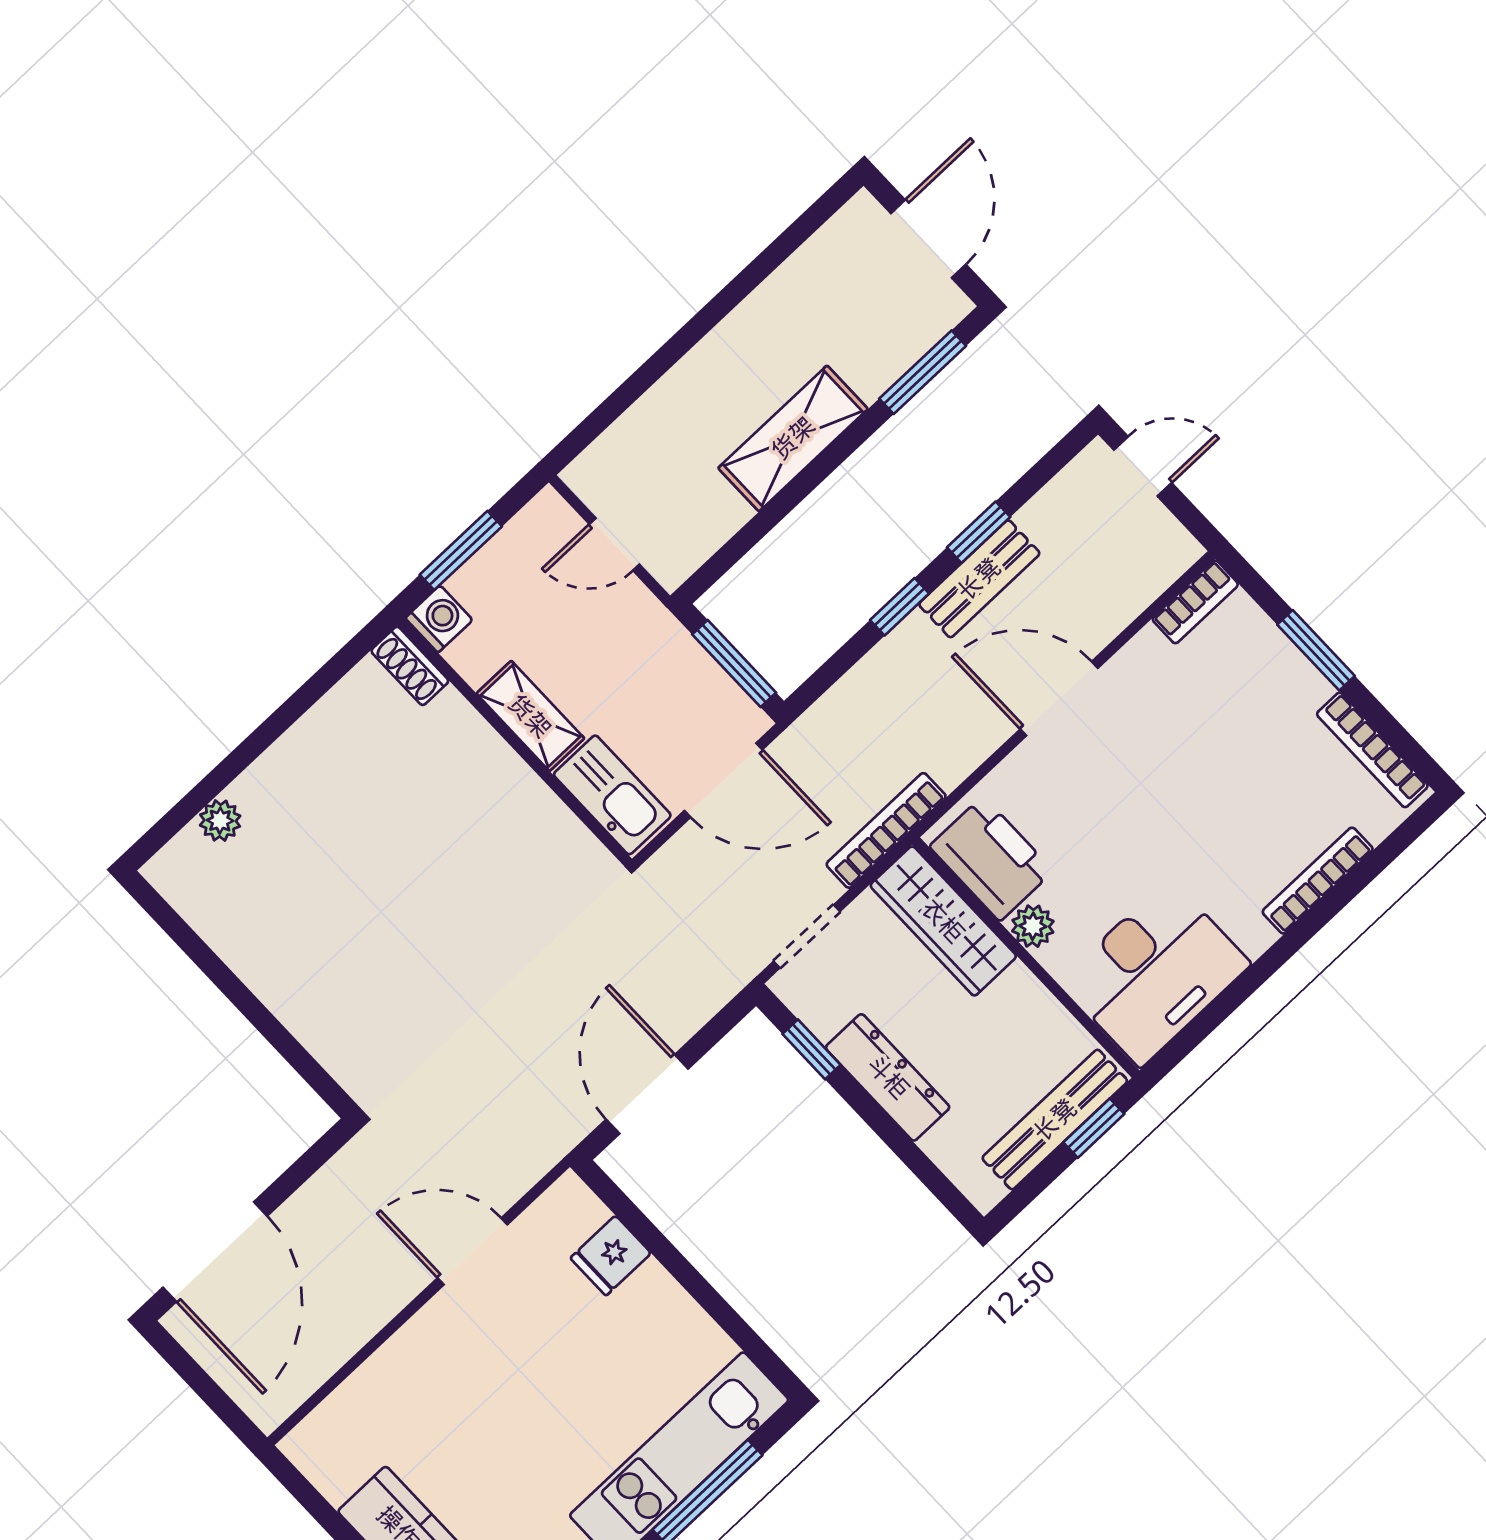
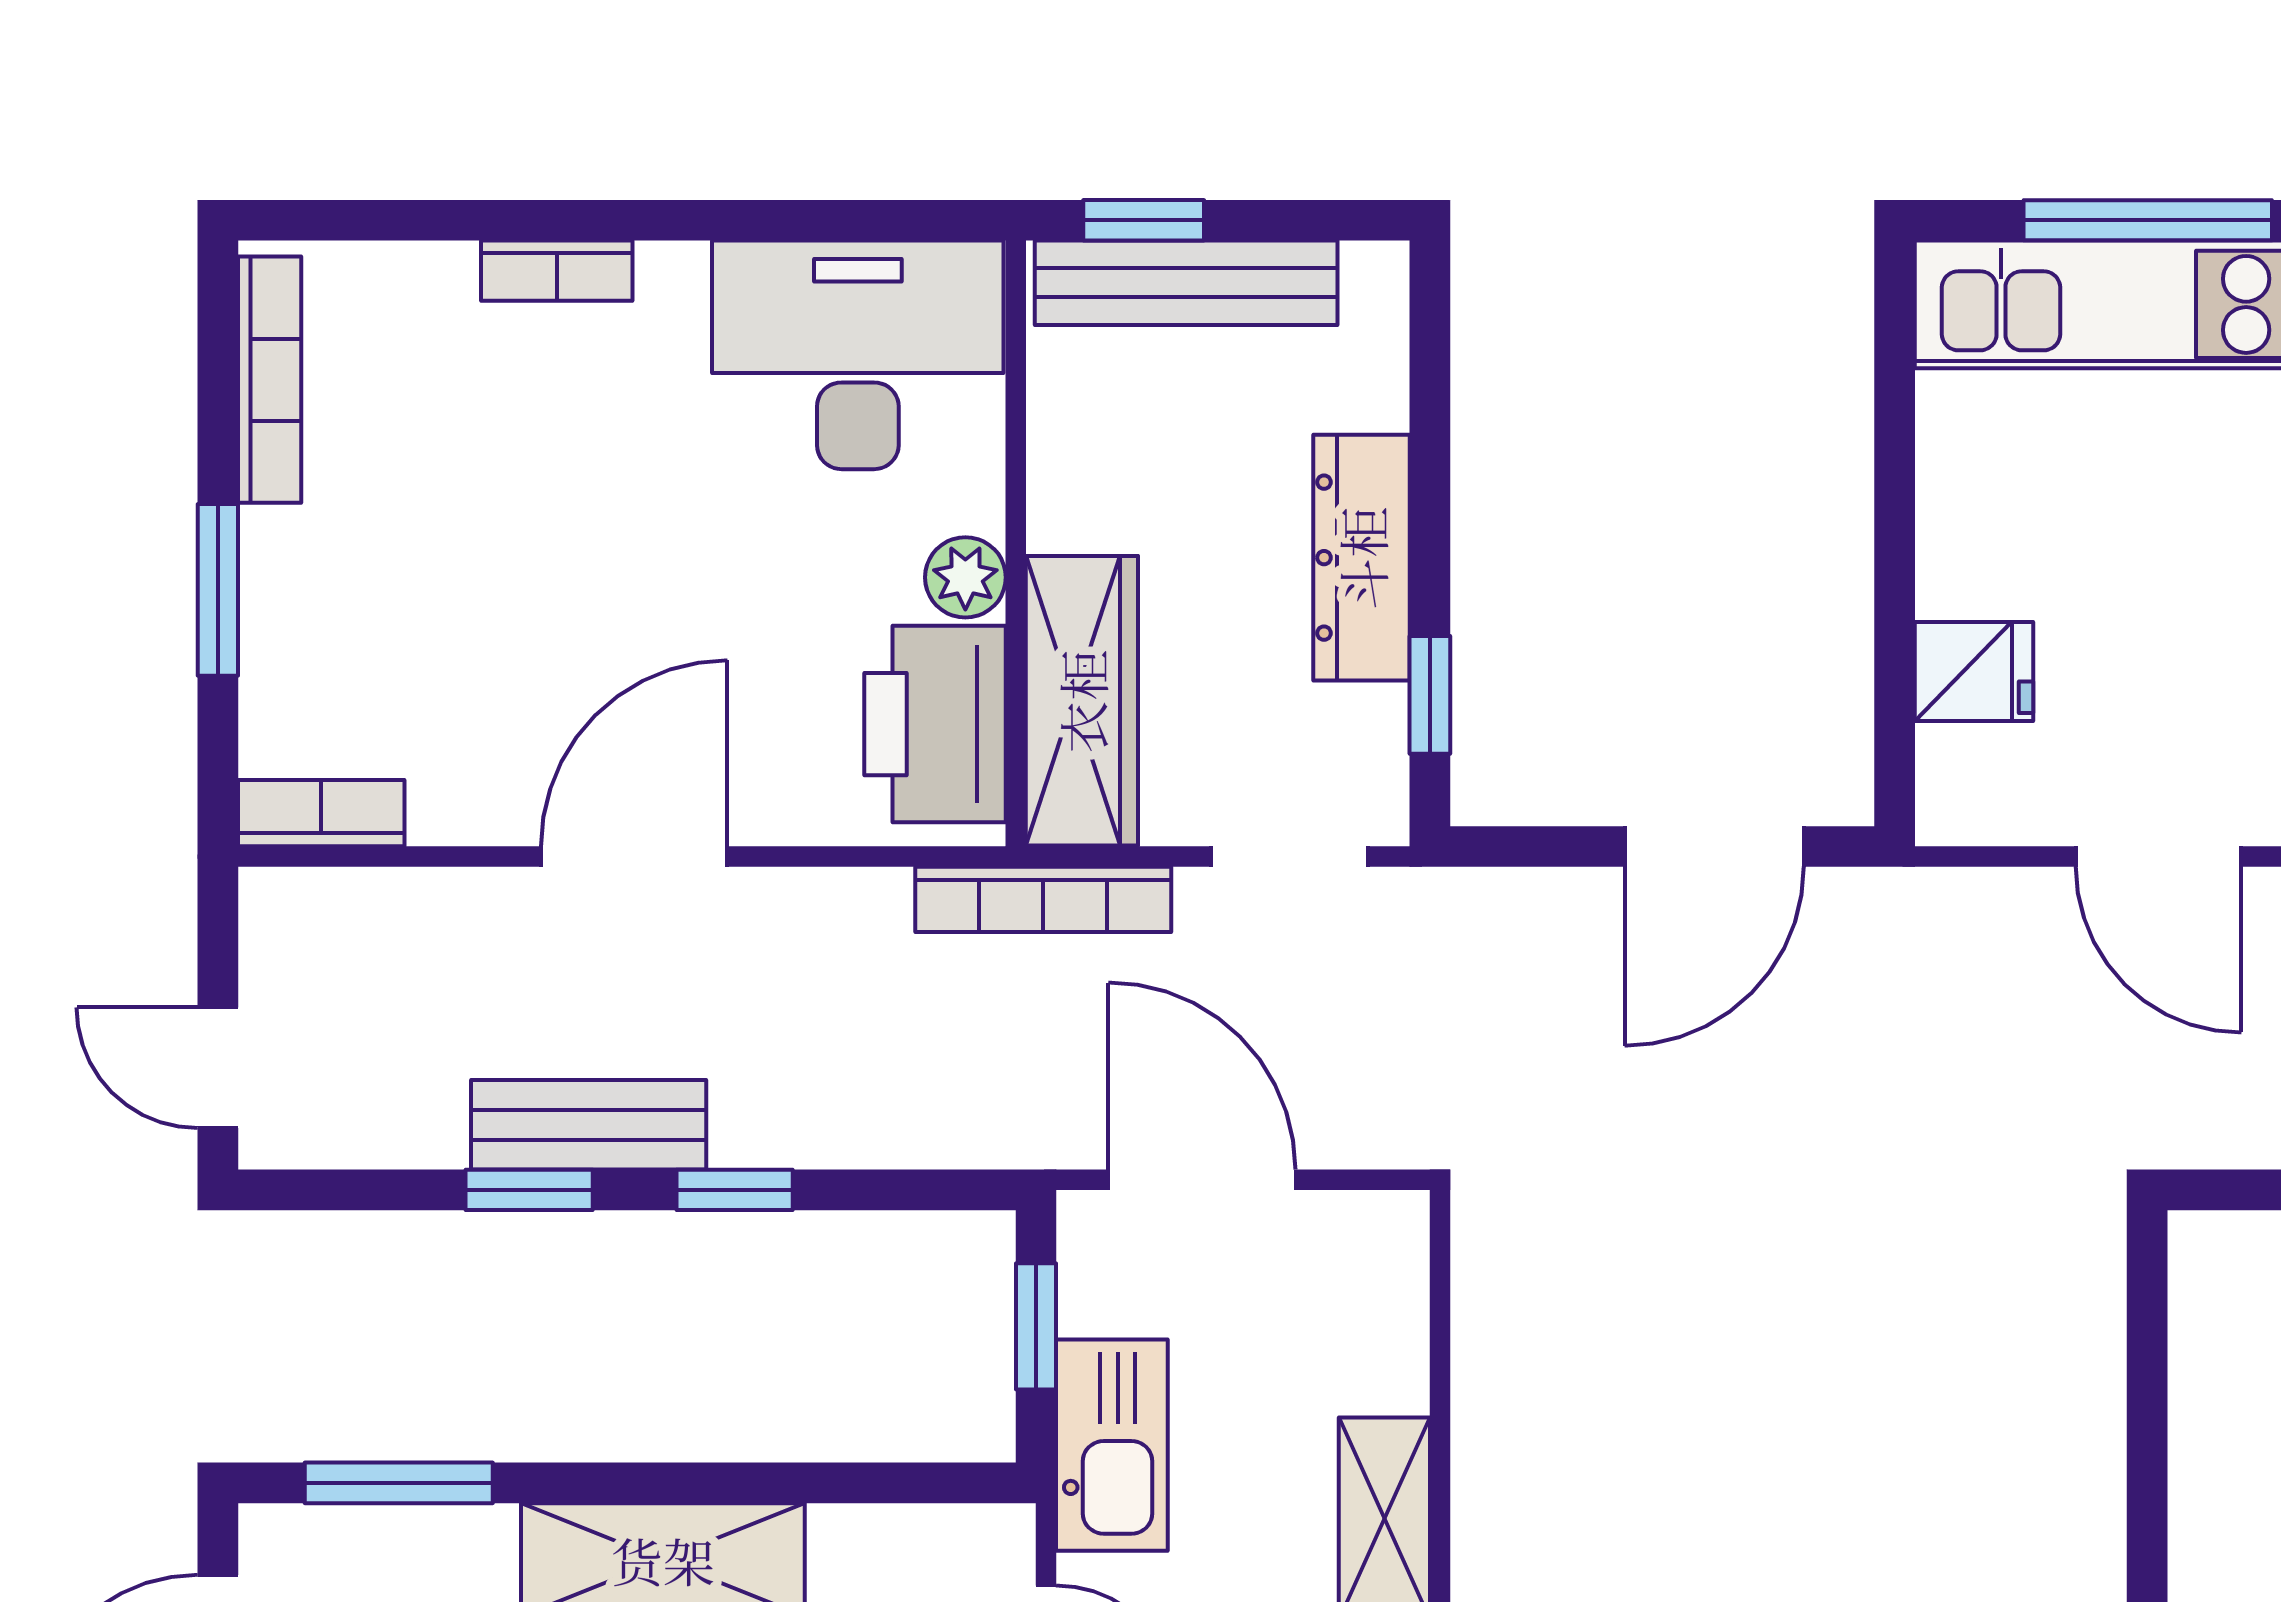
window: (734, 664) -> (1036, 1326), width x0.67
door: (1059, 699) -> (634, 857), swing flipped
kitchen sink: (612, 795) -> (1112, 1445), moved, turned 180
bookcase: (1318, 881) -> (557, 271), width x0.64

